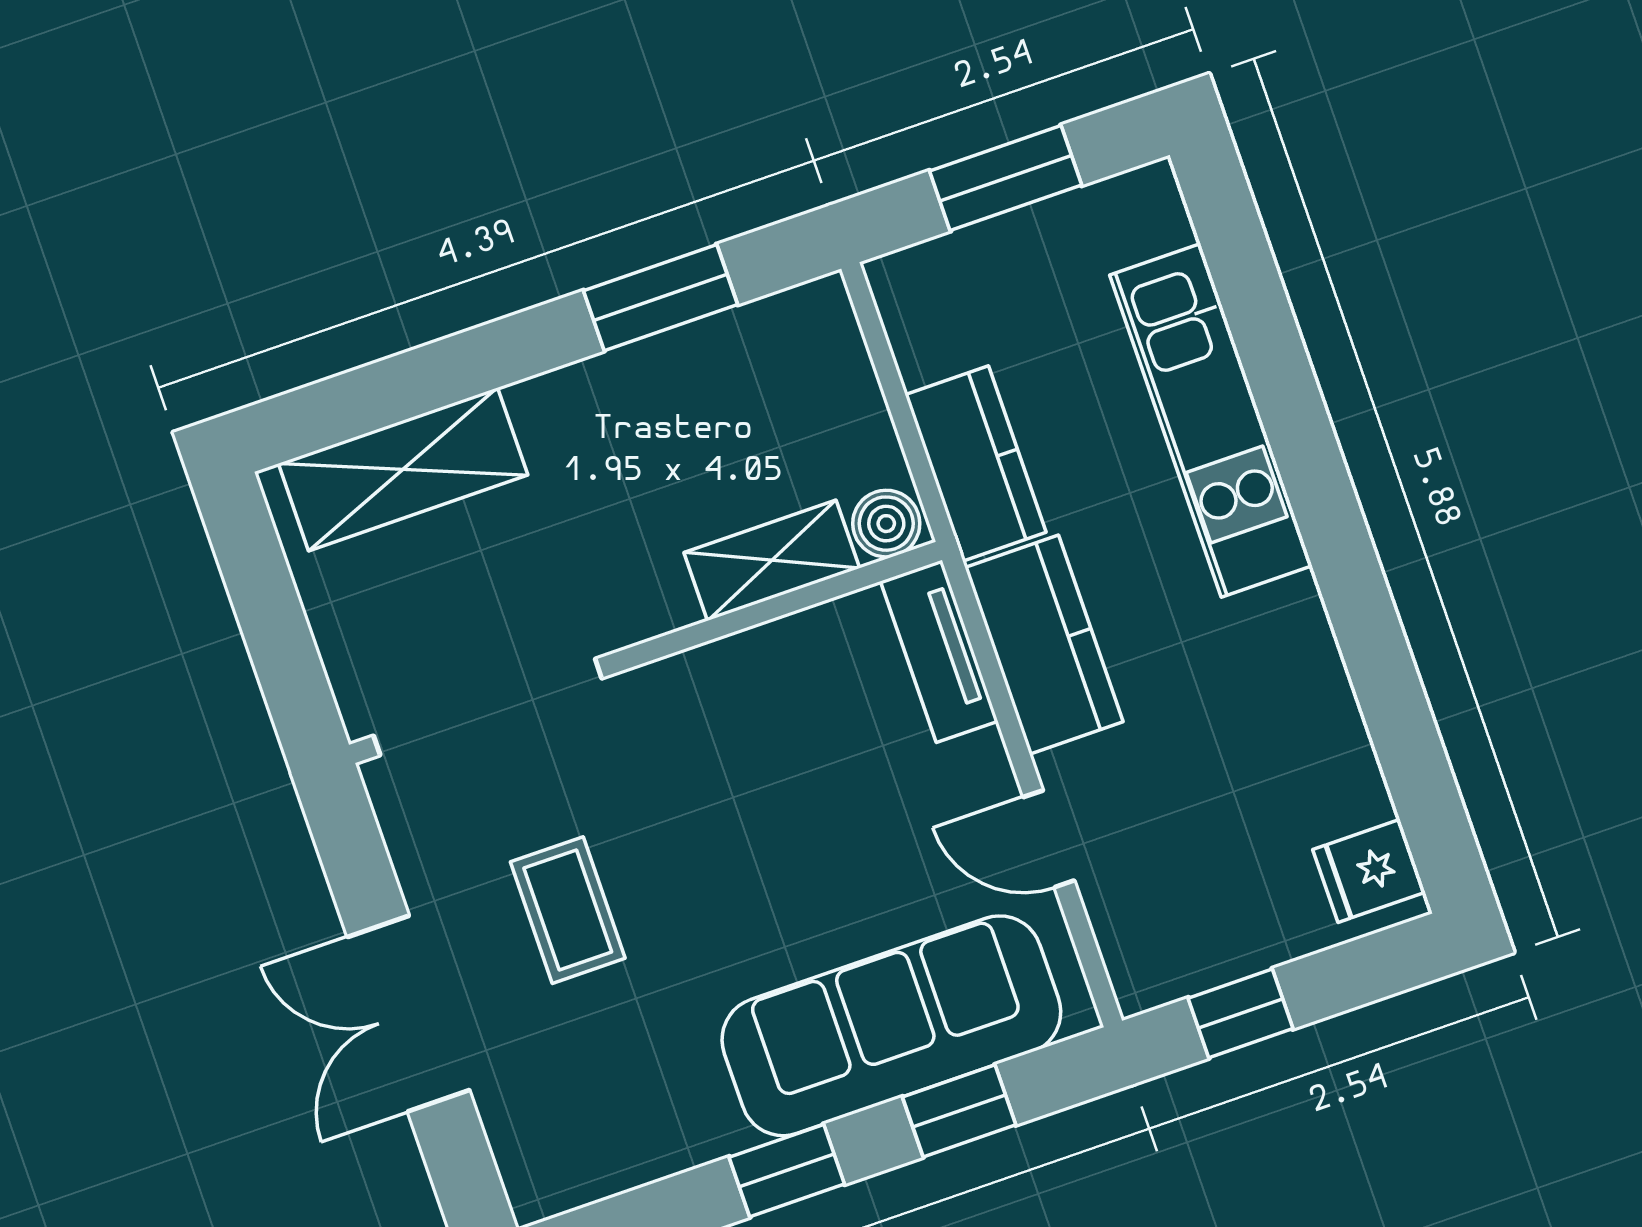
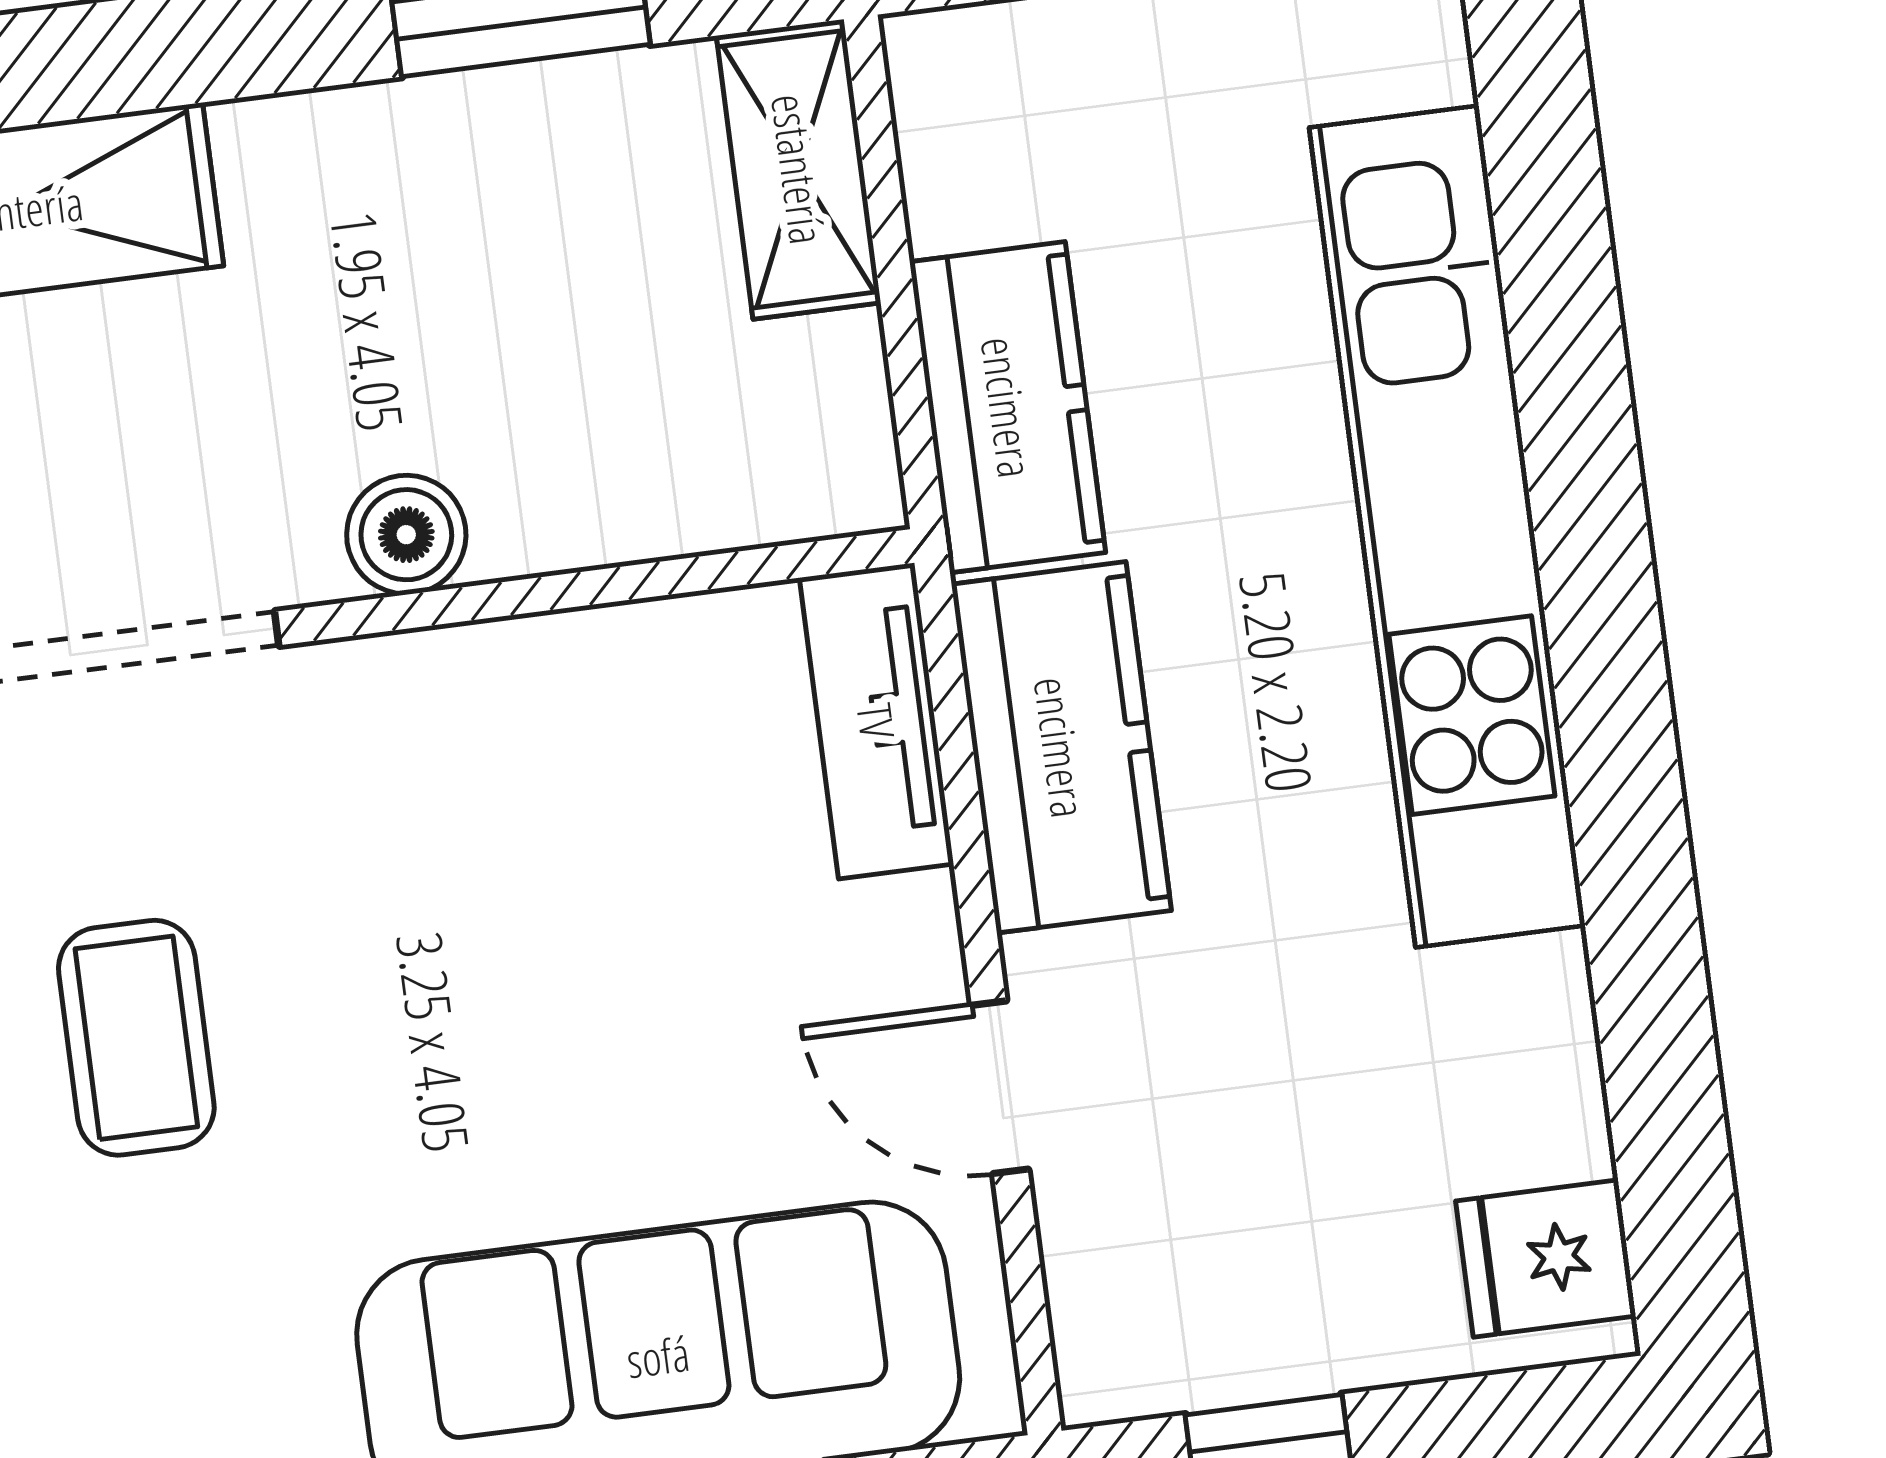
kitchen unit: (1211, 420) -> (1447, 526), width x1.36
boiler: (886, 524) -> (406, 535), moved
shelving: (772, 560) -> (799, 169), moved, turned 90

